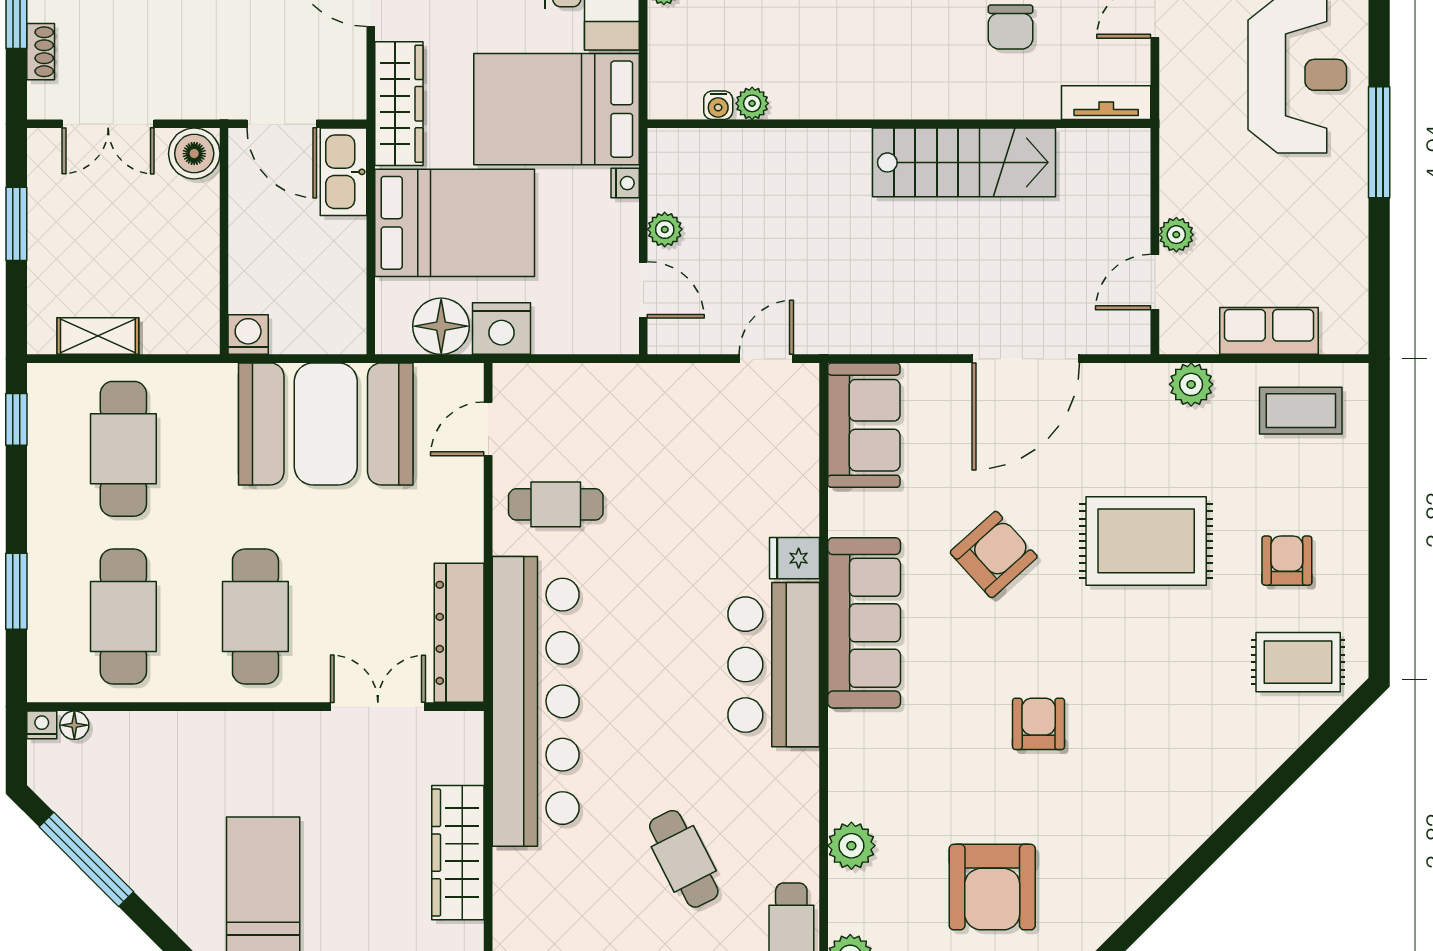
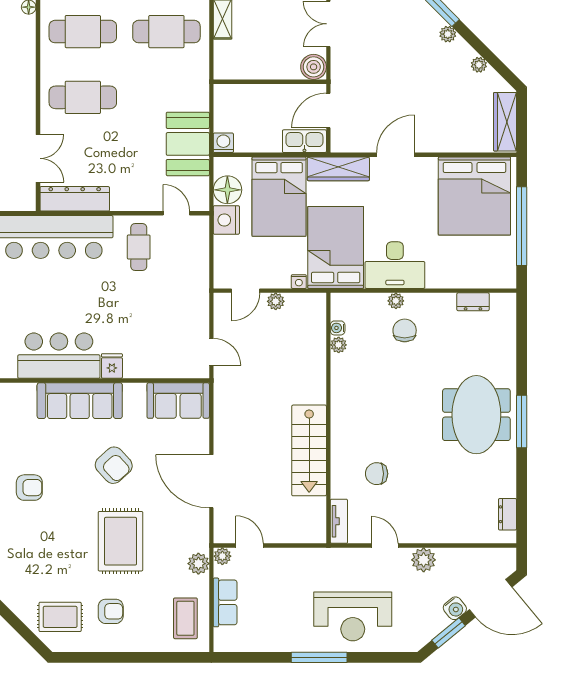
plant: (1176, 235) -> (222, 556), moved
washing machine: (248, 334) -> (223, 143), moved, turned -90
booth: (326, 424) -> (188, 144), width x0.73, depth x0.70
rug: (1298, 662) -> (60, 617), turned 90

